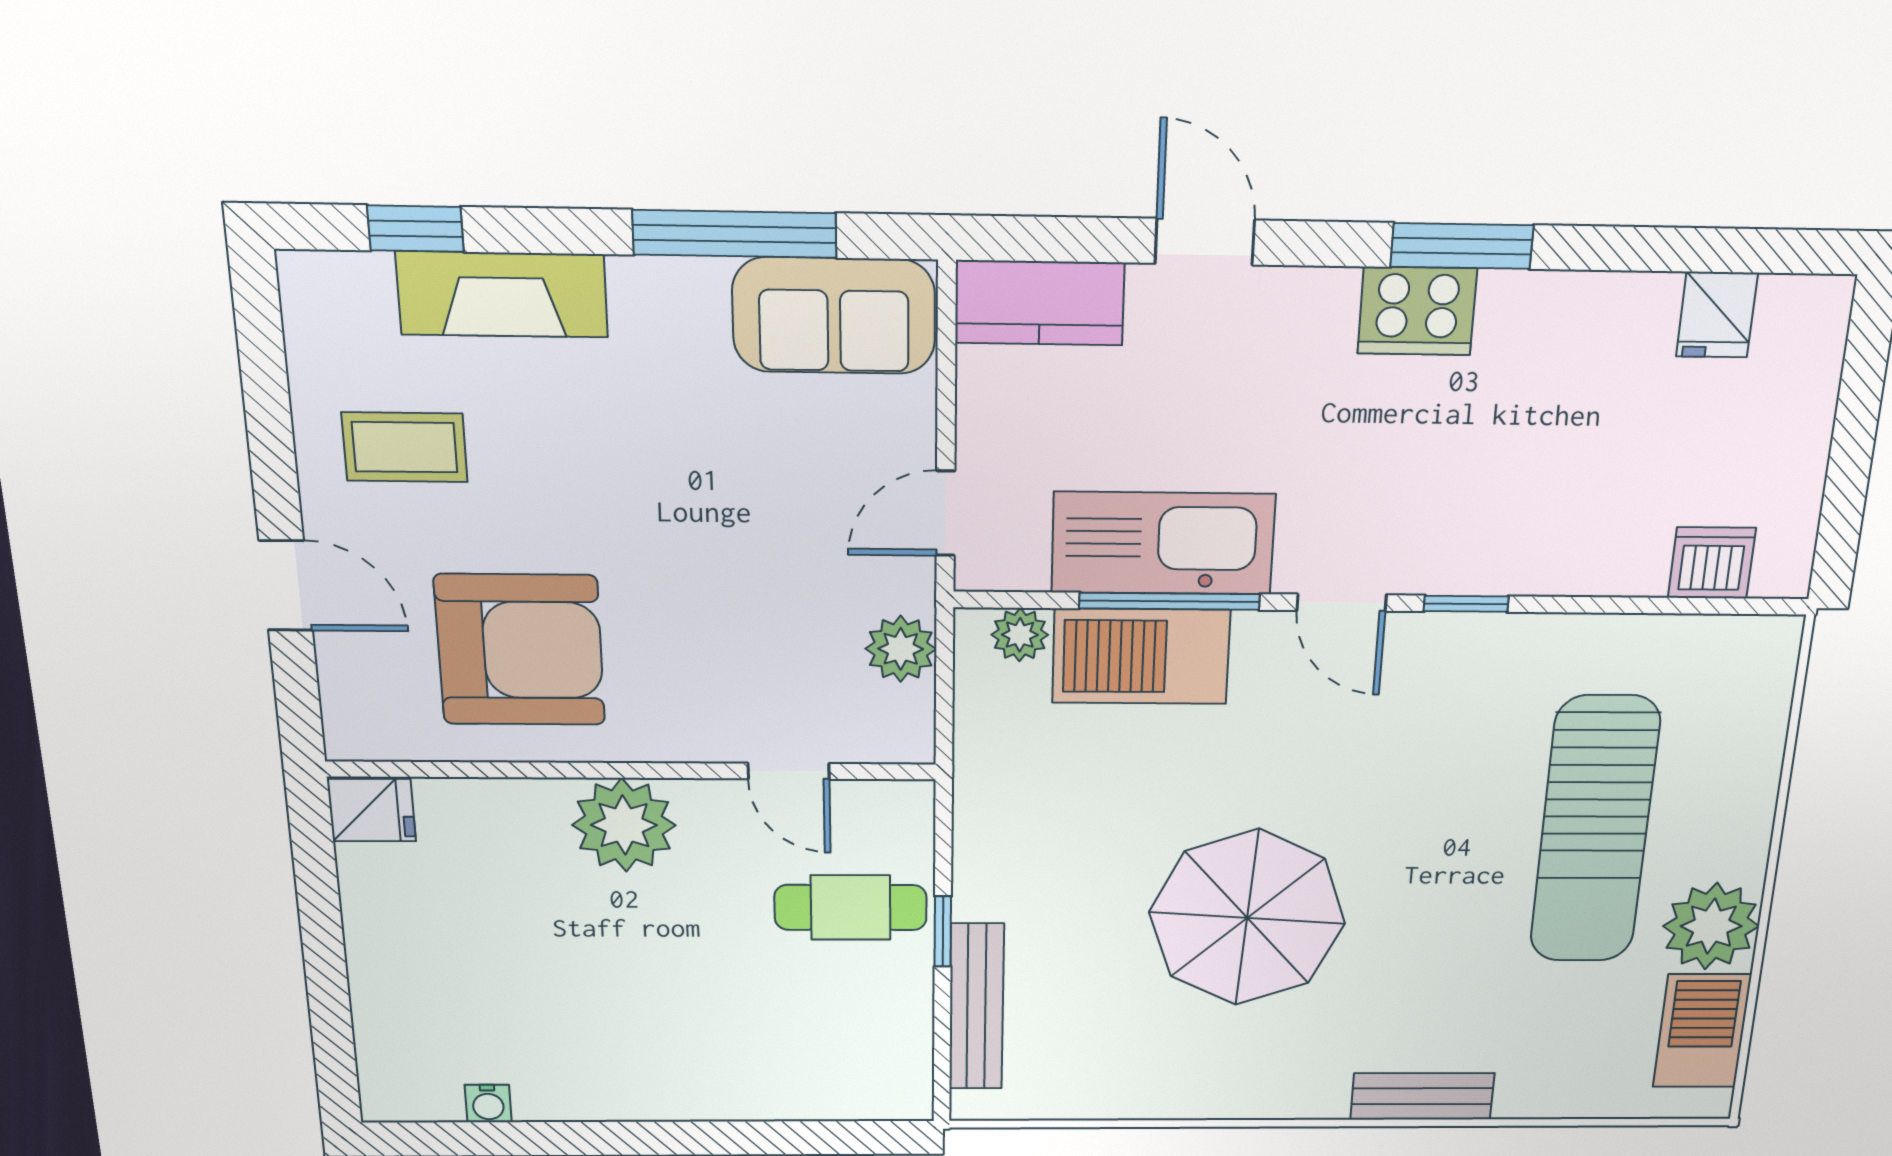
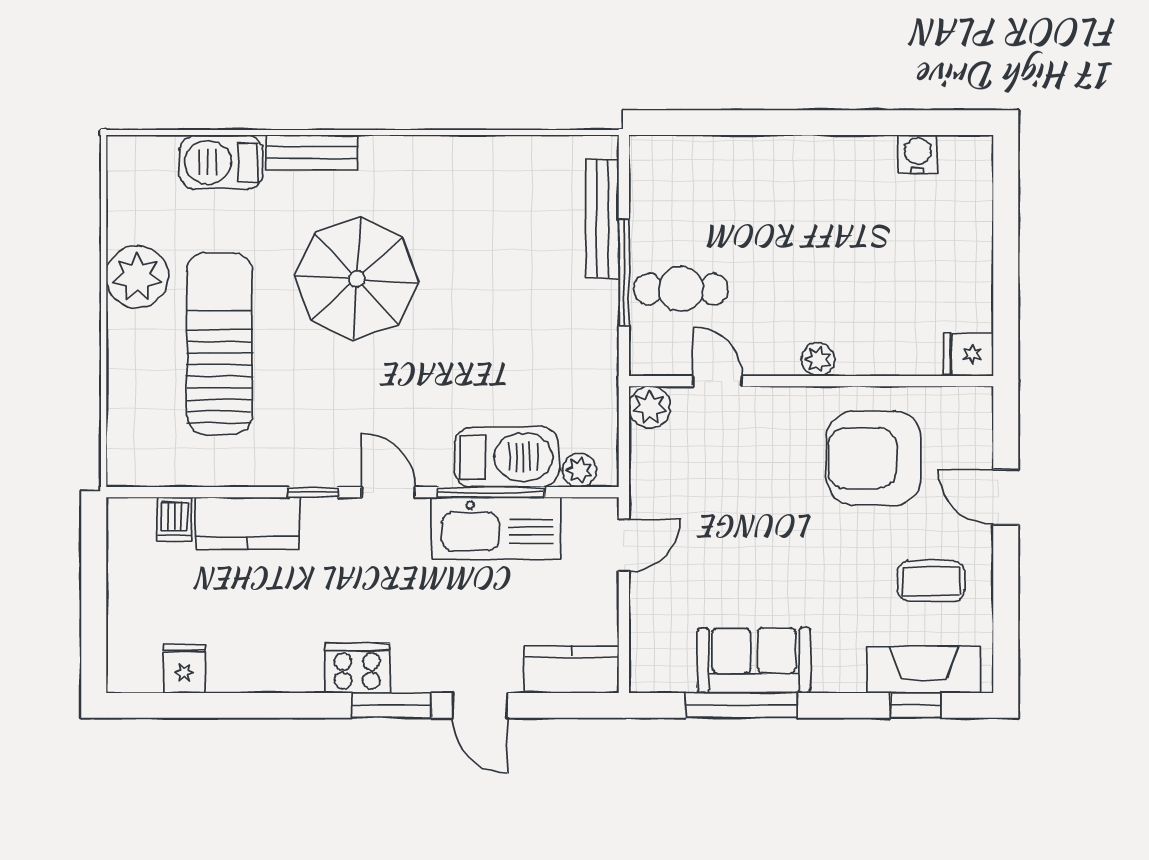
window: (1462, 246) -> (392, 705), moved
fireplace: (502, 294) -> (924, 670), moved
sofa: (834, 316) -> (754, 660), moved
kitchen counter: (1581, 555) -> (247, 523), added
dishwasher: (1712, 563) -> (175, 519), width x0.73
plant: (901, 649) -> (650, 407), moved
plant: (624, 825) -> (818, 359), width x0.53, depth x0.53
parasol: (1247, 918) -> (357, 279), moved
window: (943, 931) -> (624, 272), width x2.17
barbecue: (1702, 1031) -> (221, 162), moved, turned 90
water cooler: (488, 1104) -> (918, 154), width x1.38, depth x1.38

